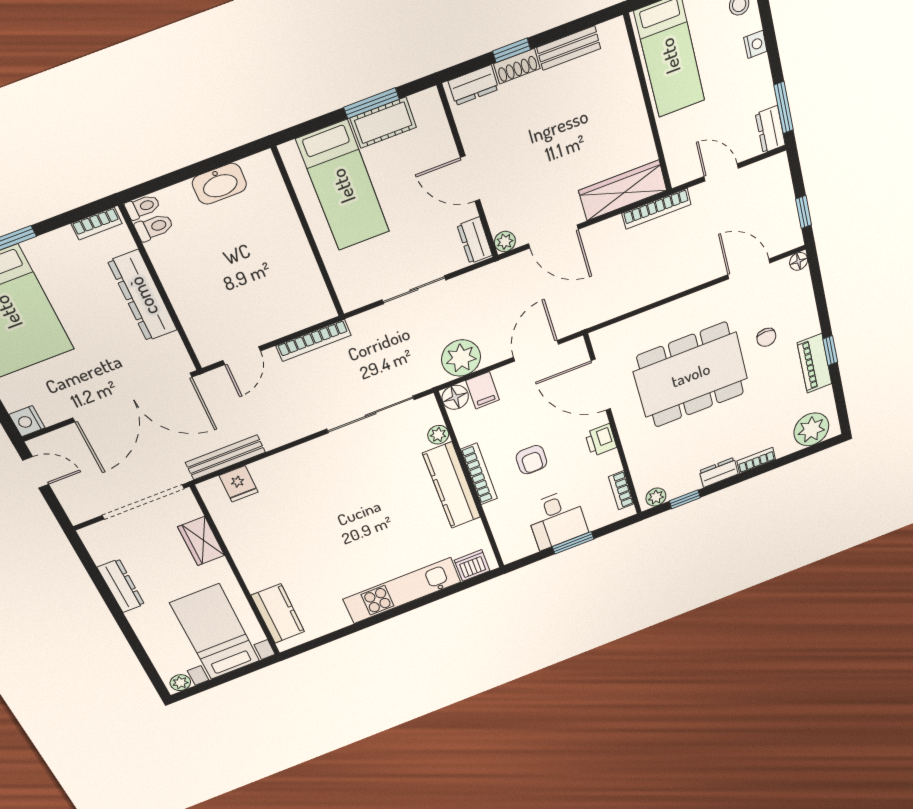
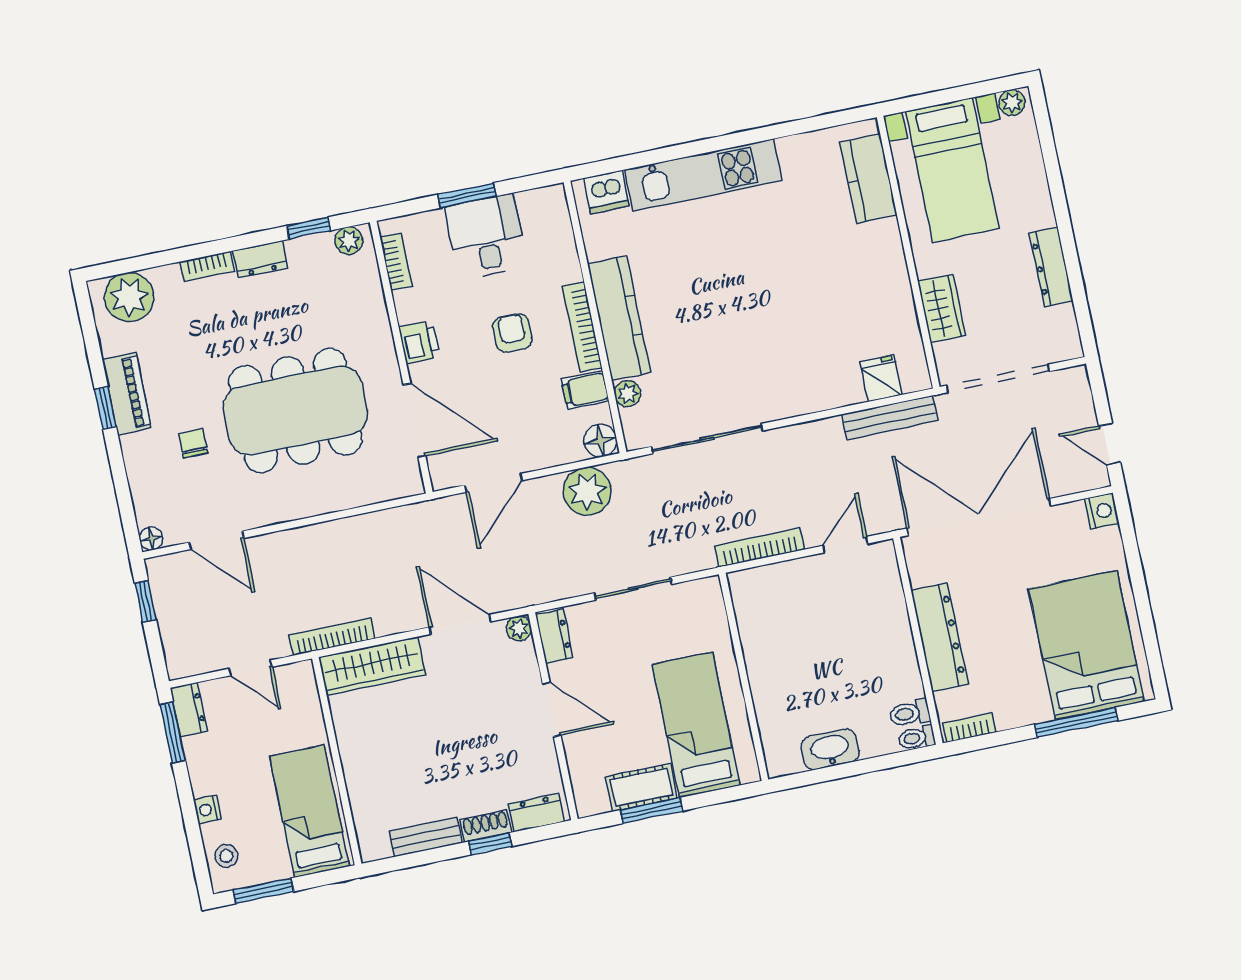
filing cabinet: (483, 390) -> (585, 390), moved, turned -90

